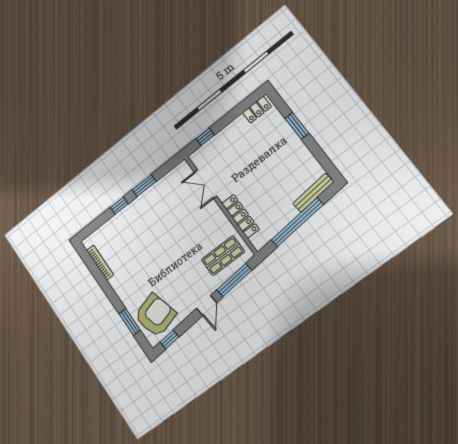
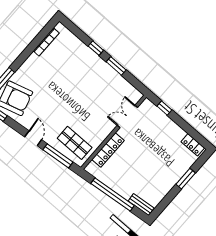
bench: (313, 193) -> (141, 204), width x0.73
door: (207, 305) -> (33, 138), swing flipped

